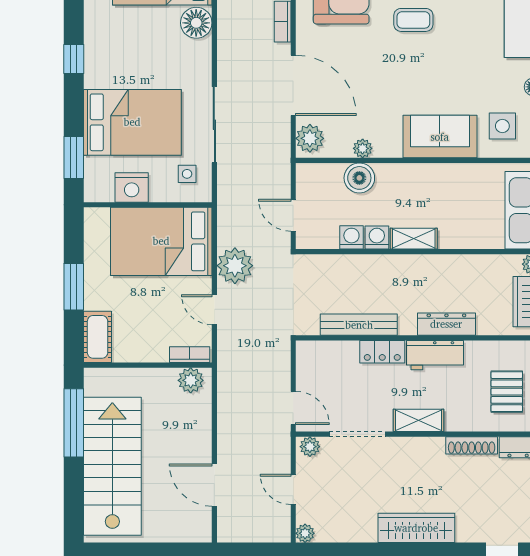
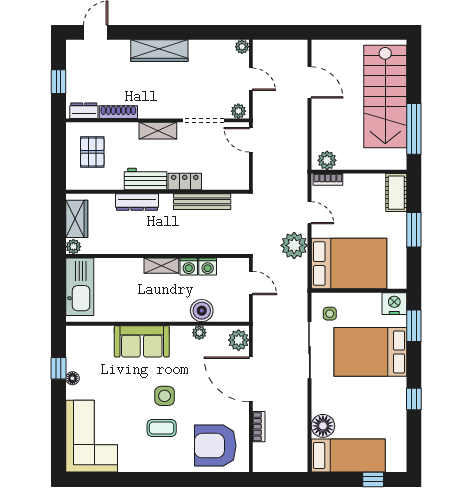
side table: (502, 126) -> (165, 396), moved
nightstand: (132, 187) -> (394, 304), moved

